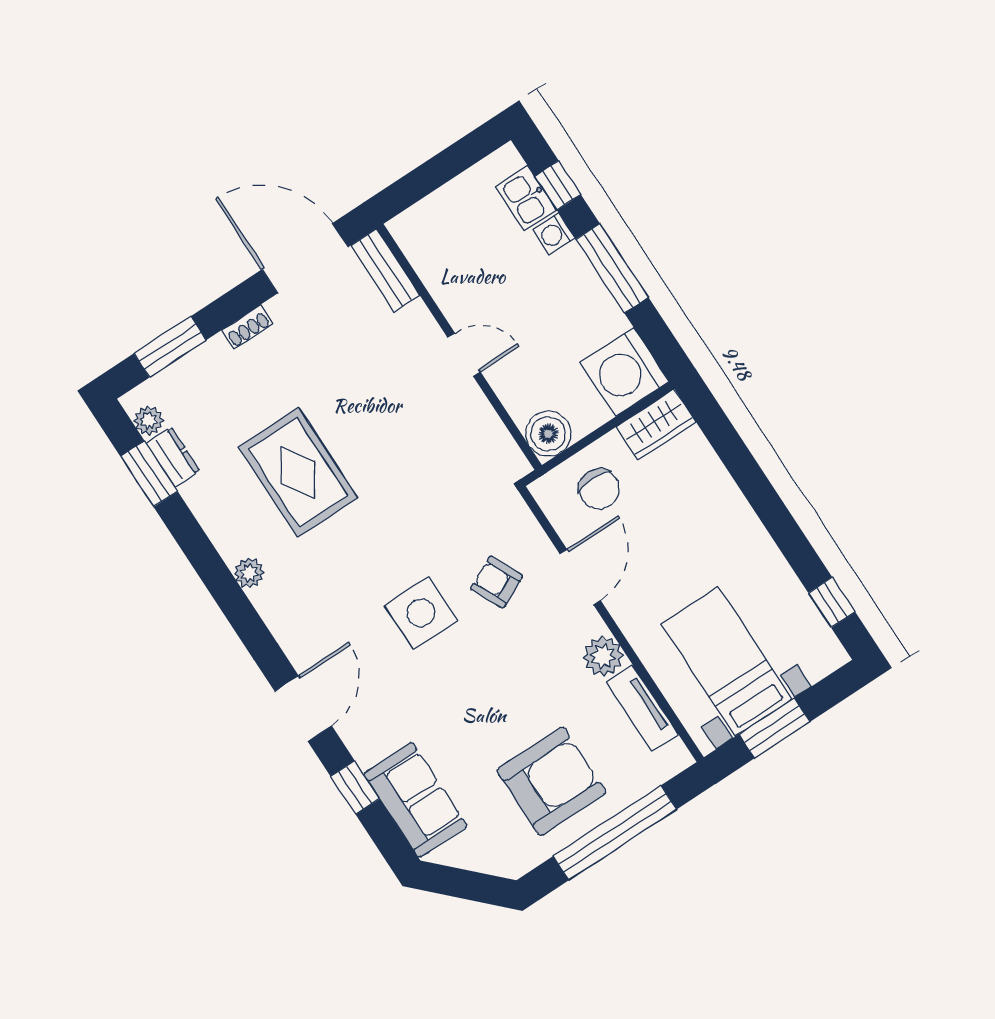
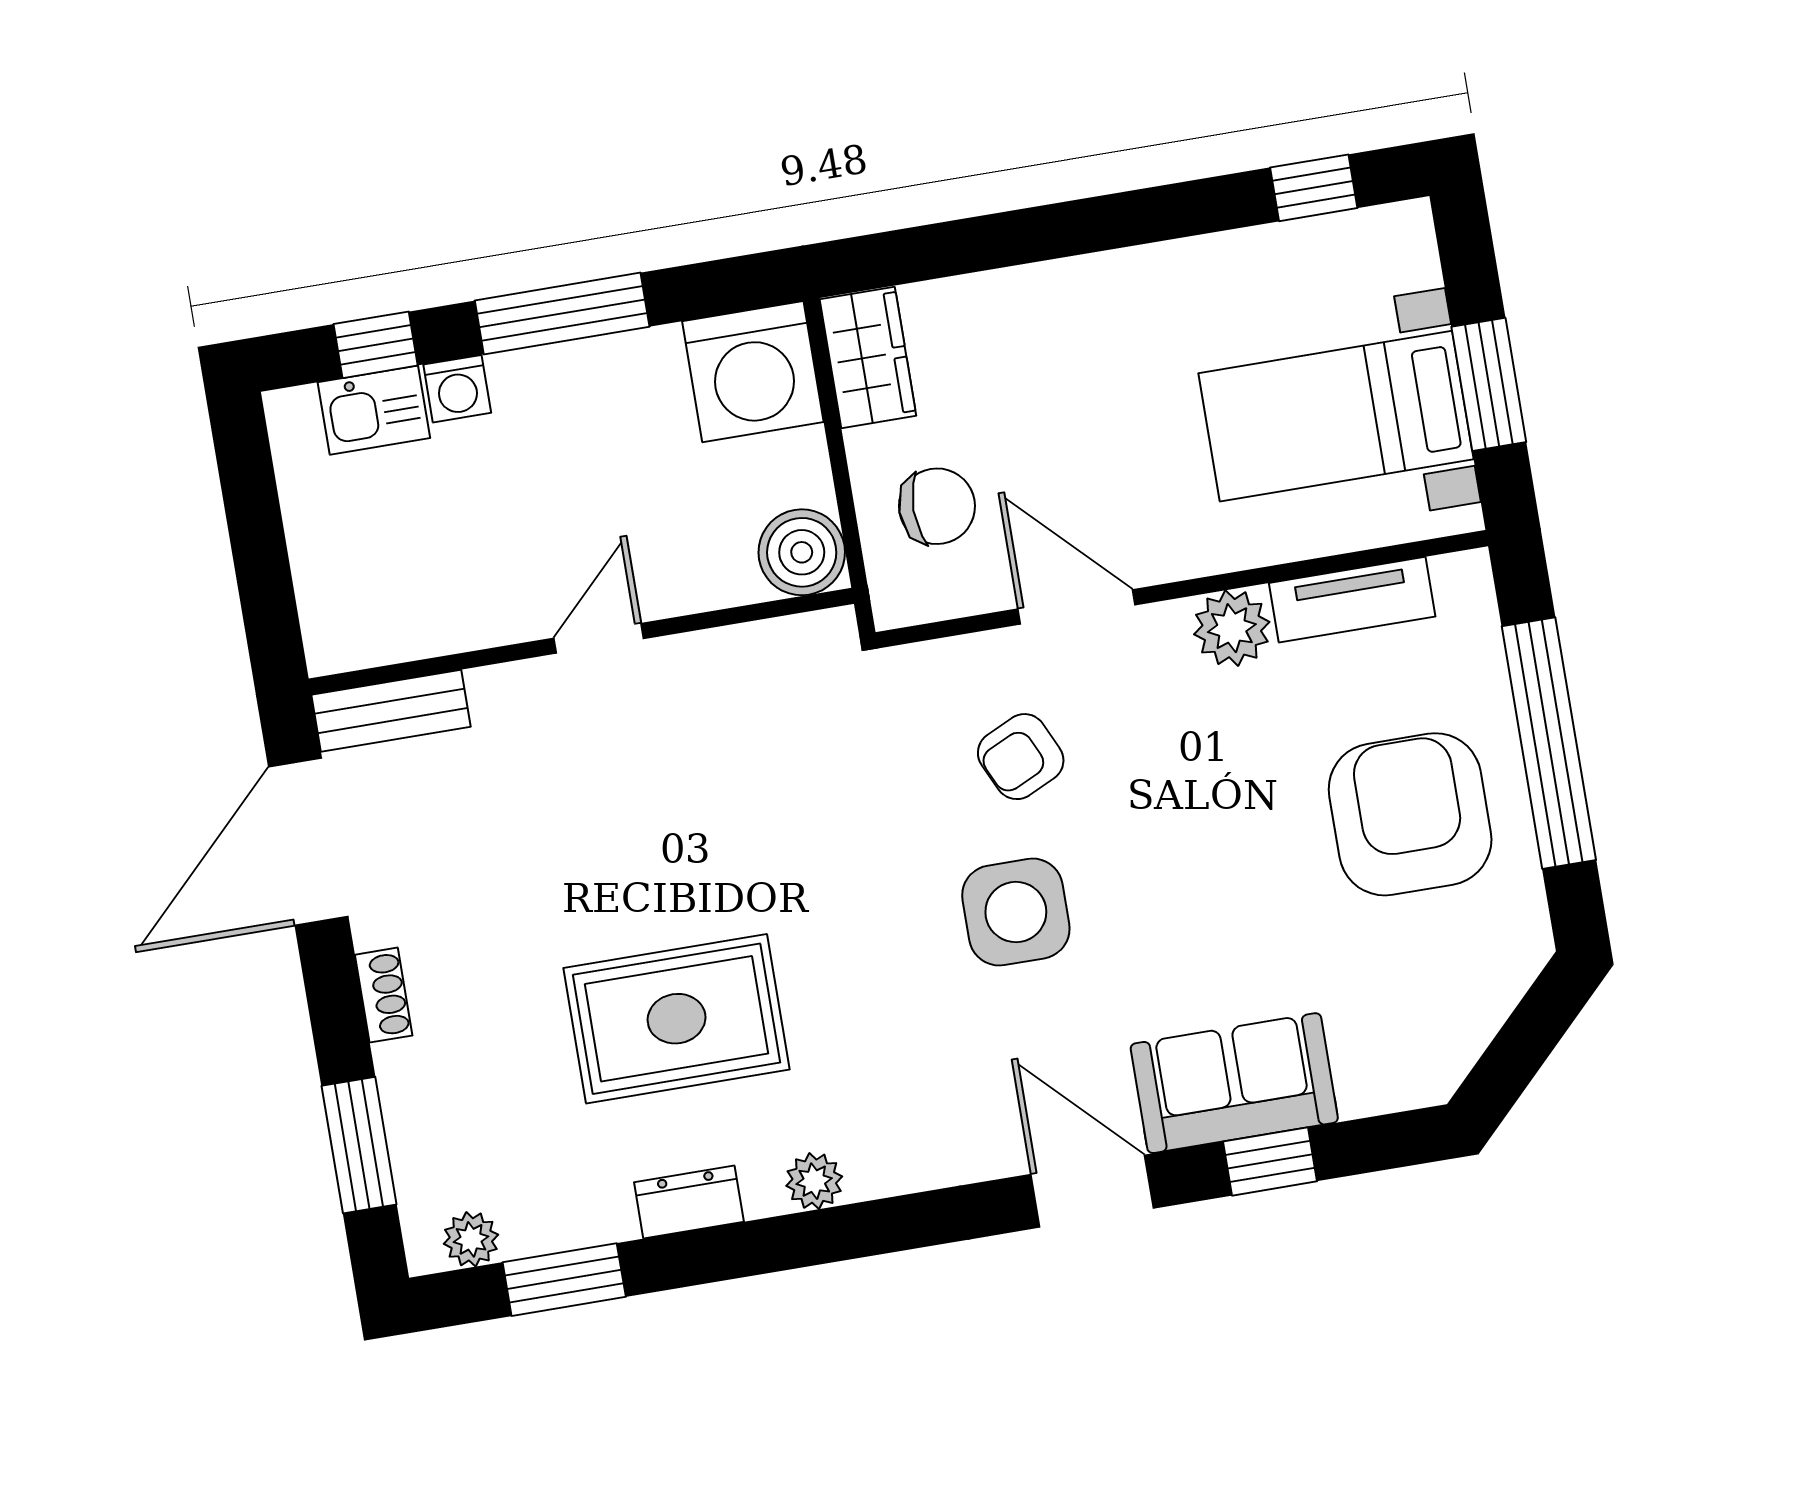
dresser: (173, 457) -> (689, 1202), moved
sofa: (415, 800) -> (1234, 1083), moved

